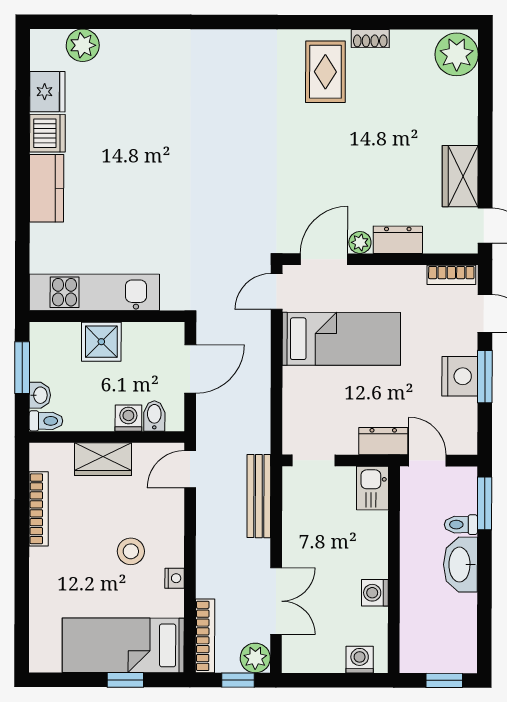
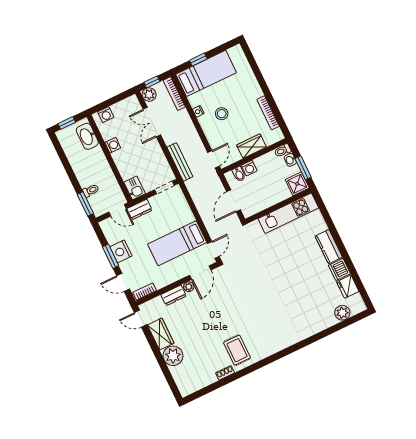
plant: (457, 54) -> (173, 356), moved
shower: (101, 342) -> (297, 184), moved
washbasin: (460, 565) -> (87, 136), moved, turned 180

